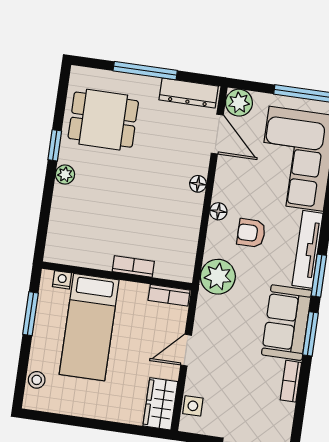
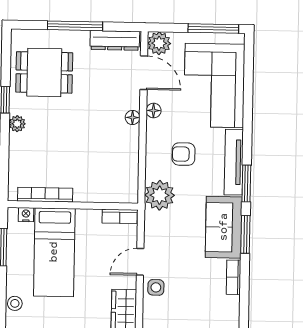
floor lamp: (218, 211) -> (154, 111), moved
bookcase: (133, 266) -> (45, 195), moved, width x1.56
side table: (193, 406) -> (156, 287), moved

